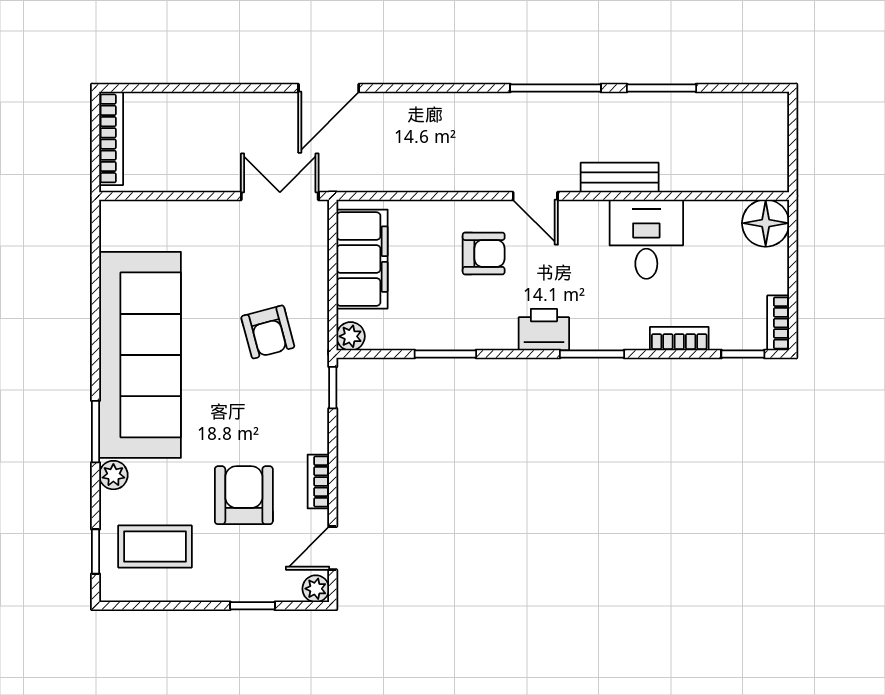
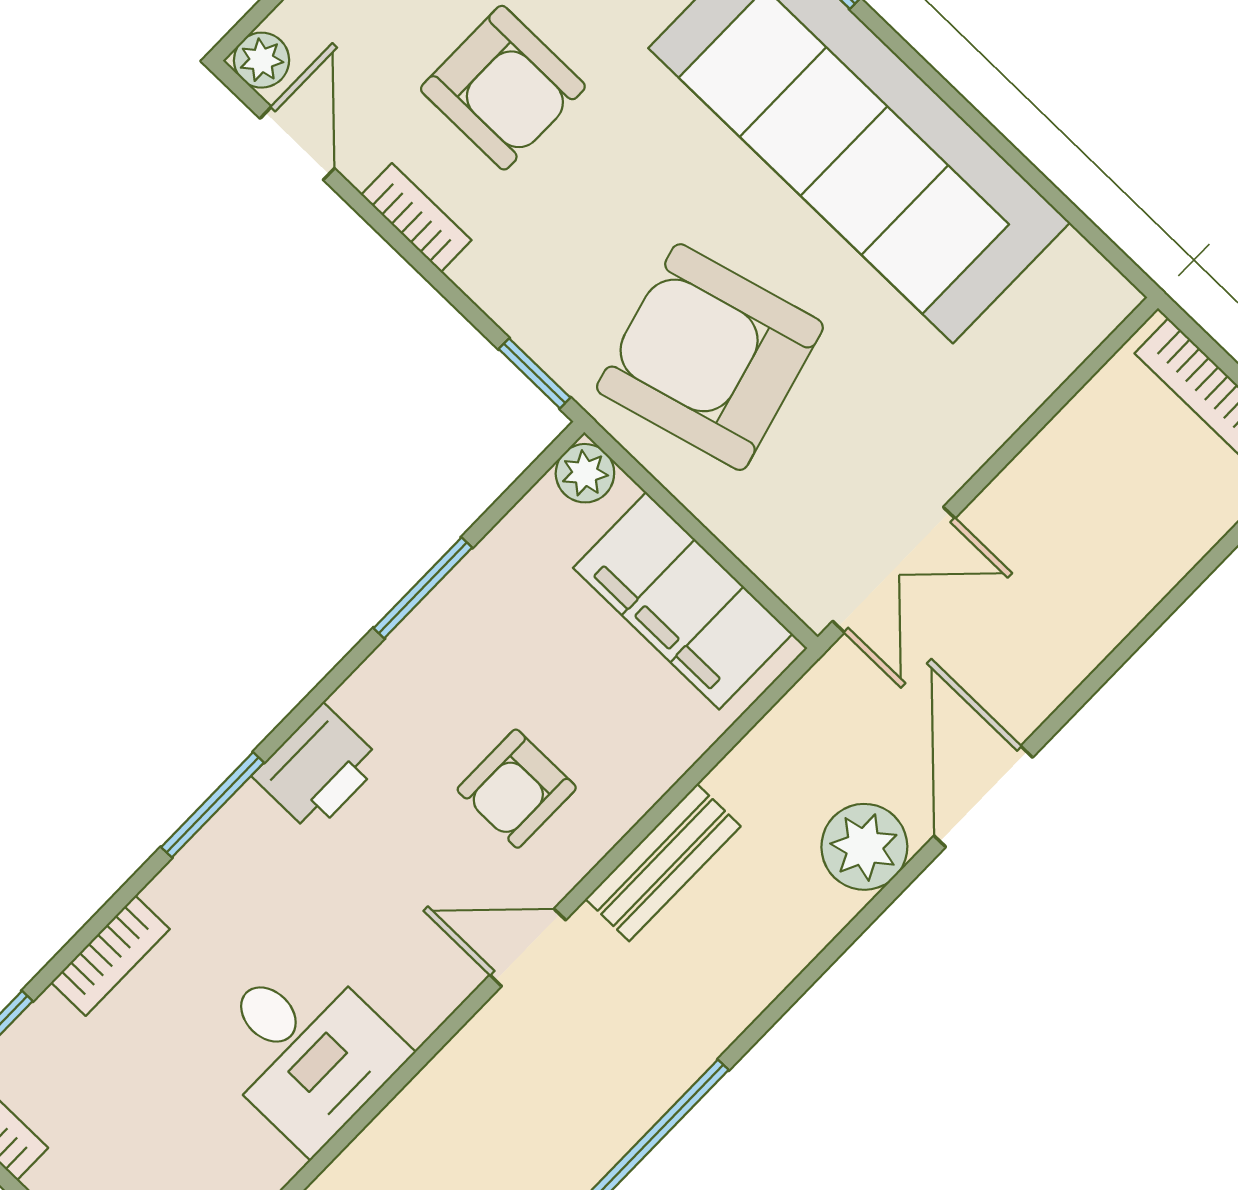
plant: (386, 113) -> (864, 847), added
bench: (620, 177) -> (663, 863), moved
armchair: (268, 332) -> (710, 357), width x1.88, depth x1.88

